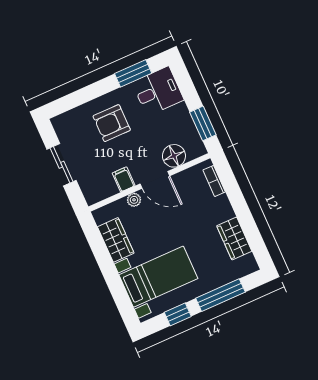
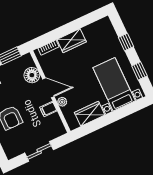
door: (155, 180) -> (48, 88), hinge flipped
wardrobe: (234, 238) -> (72, 41), moved
window: (220, 295) -> (126, 42), width x0.46

